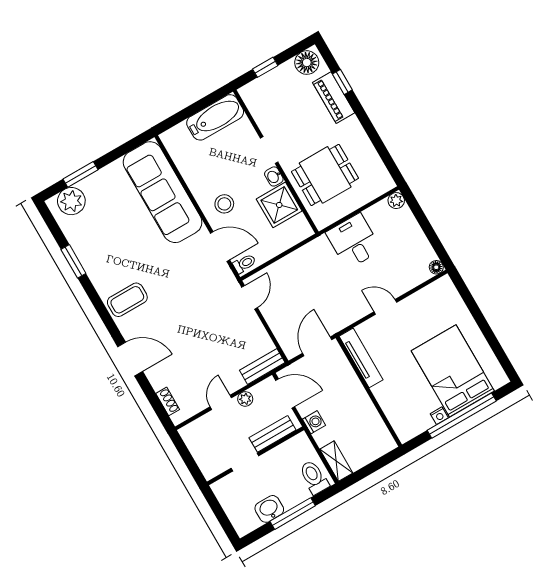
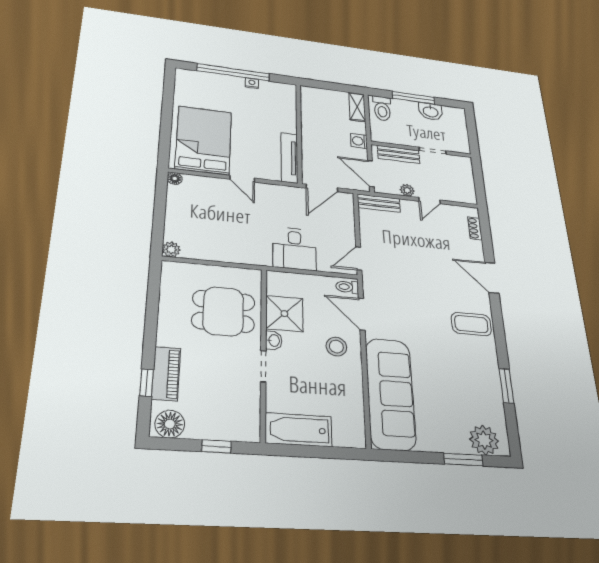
desk: (354, 241) -> (295, 249), moved
bed: (453, 371) -> (204, 140), moved, turned 180

